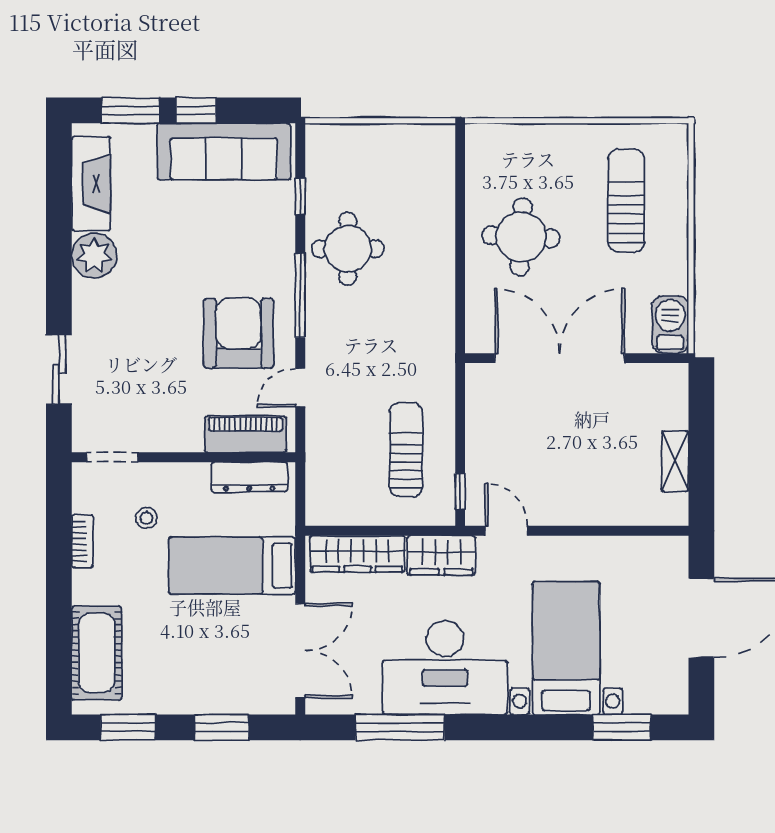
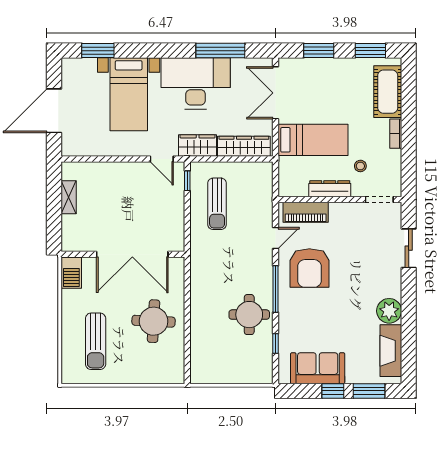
sofa: (224, 152) -> (318, 368), width x0.73
dresser: (249, 477) -> (330, 189), moved
bookcase: (82, 541) -> (396, 134), moved

